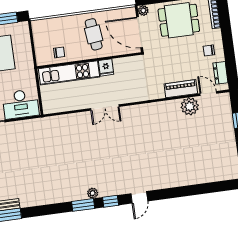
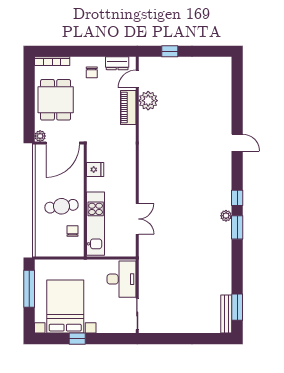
cafe table: (94, 34) -> (62, 206), moved
fridge: (106, 67) -> (95, 169), moved
double door: (105, 107) -> (137, 219), moved
door: (139, 197) -> (237, 143), moved

